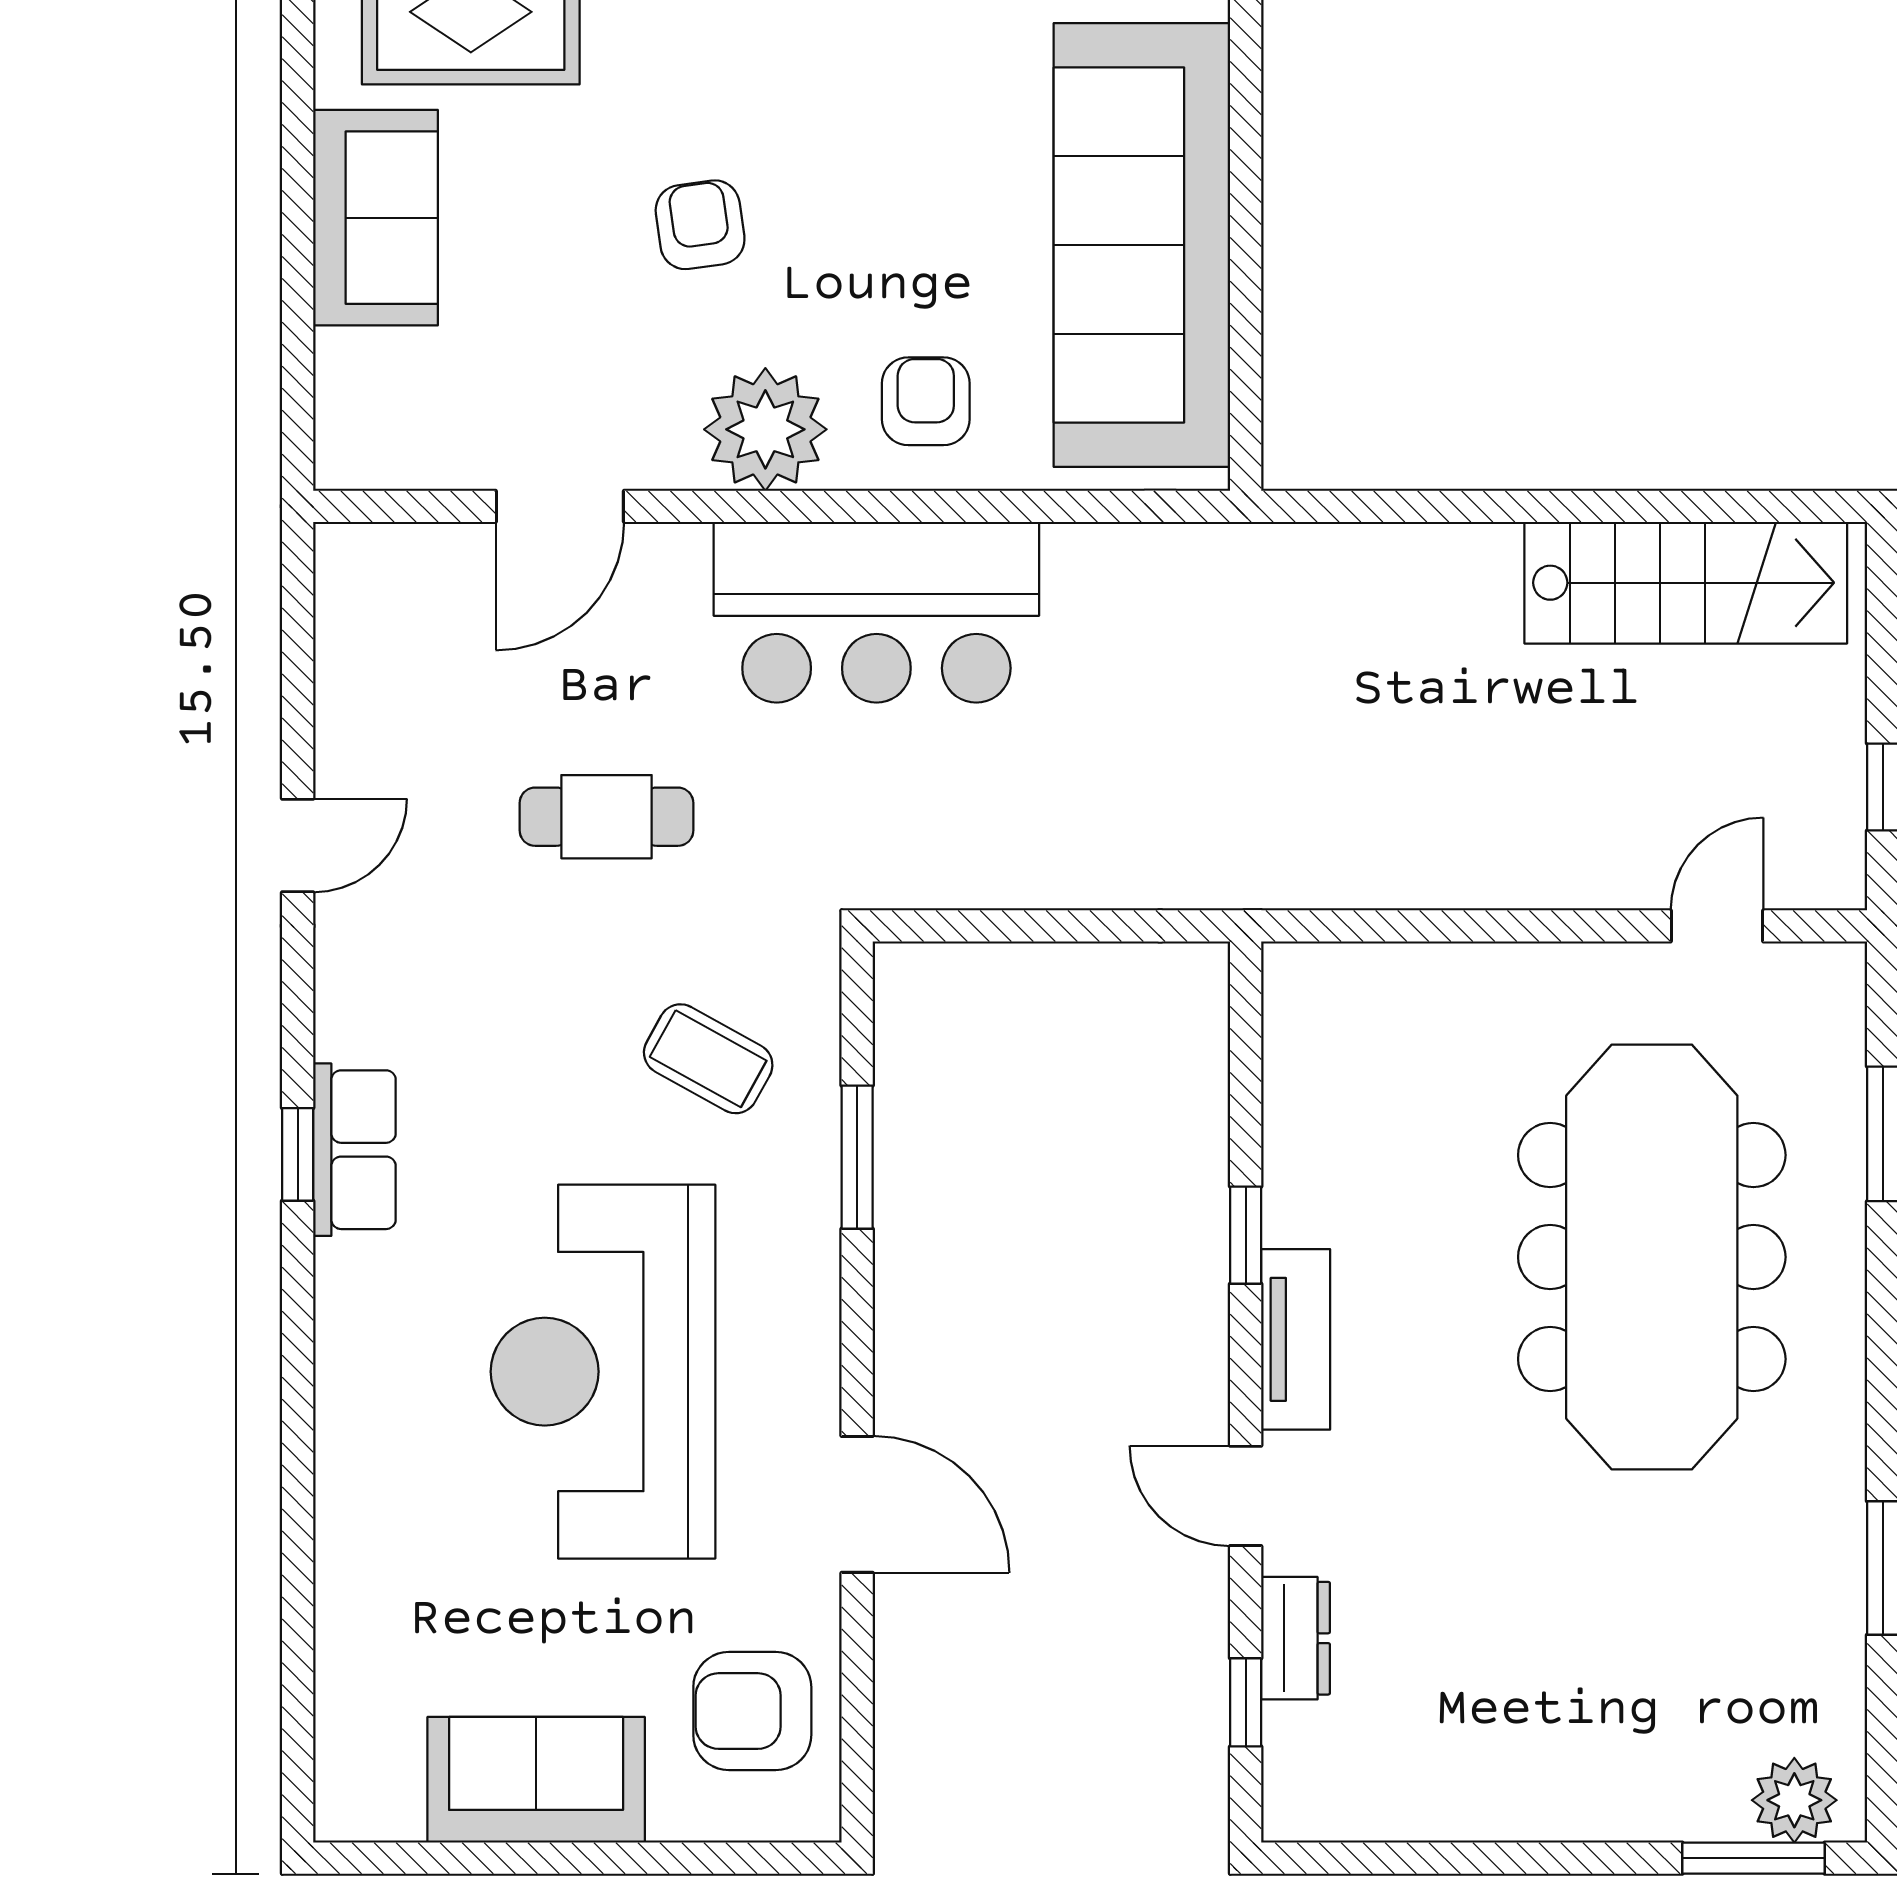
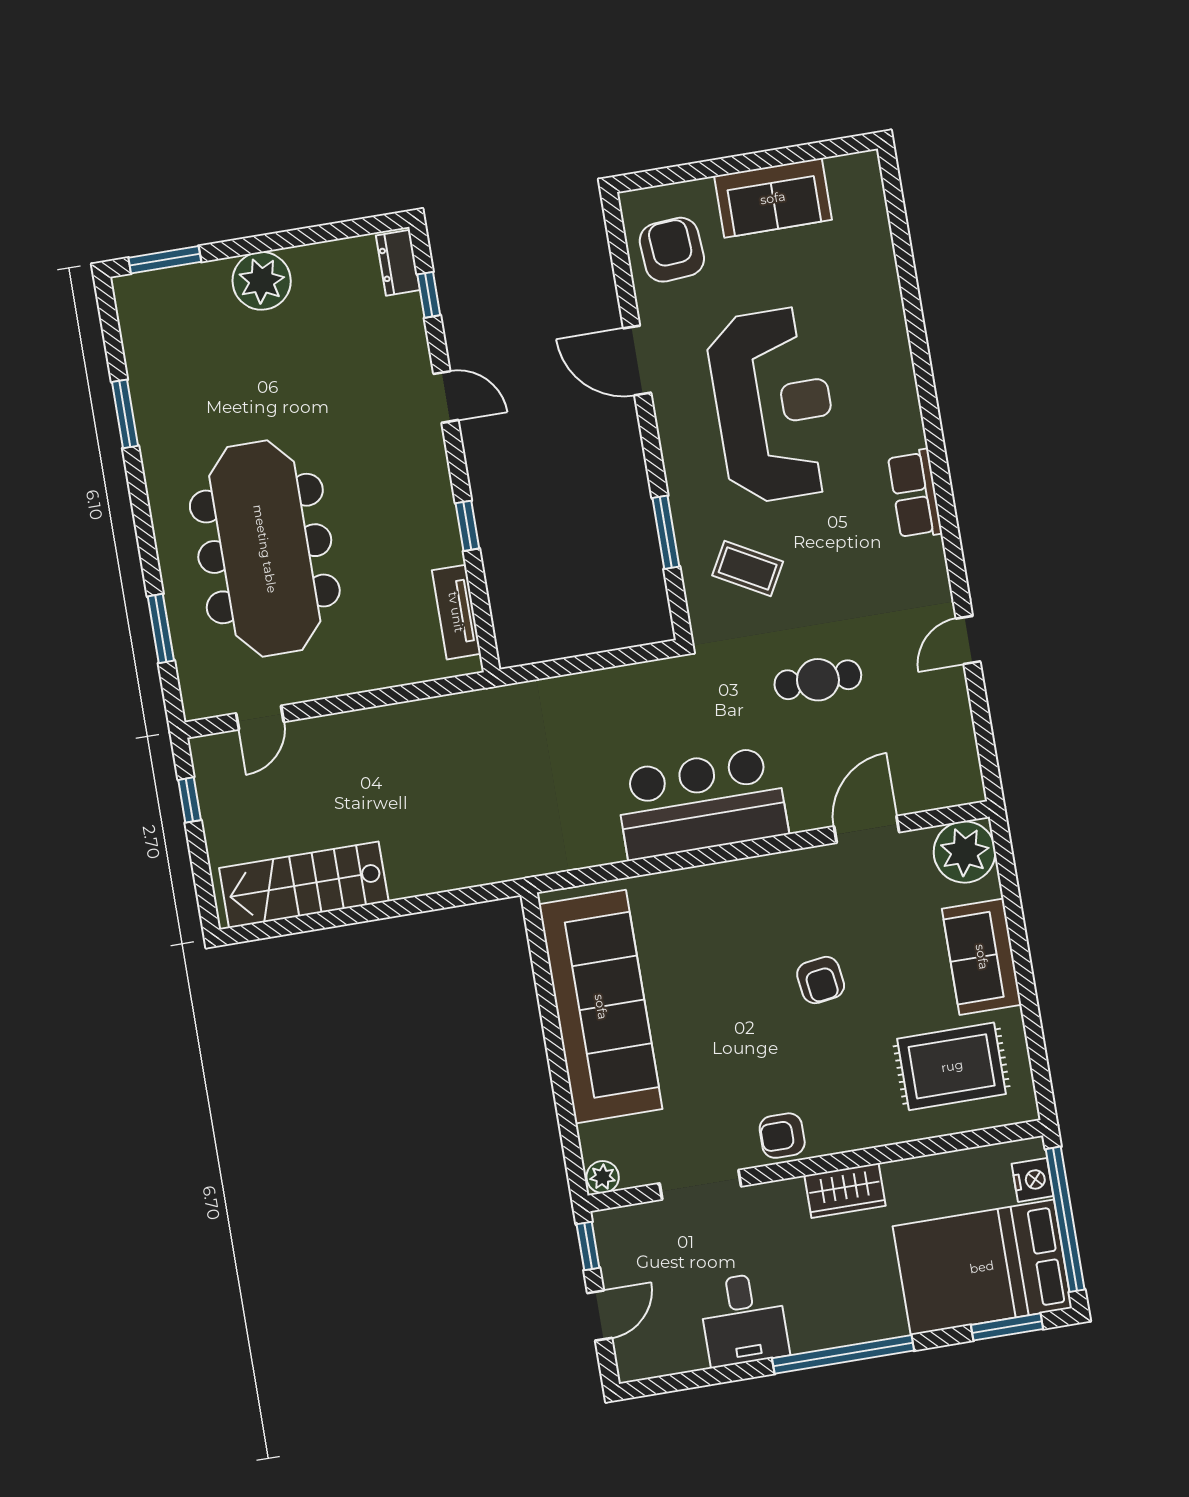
armchair: (926, 401) -> (694, 912), removed
plant: (765, 429) -> (965, 852), moved
window: (298, 1154) -> (943, 487), removed
tv unit: (1296, 1339) -> (456, 612), moved
dresser: (1296, 1638) -> (398, 263), moved
armchair: (752, 1711) -> (672, 250), turned -94
plant: (1794, 1800) -> (262, 281), moved, width x1.36, depth x1.36

